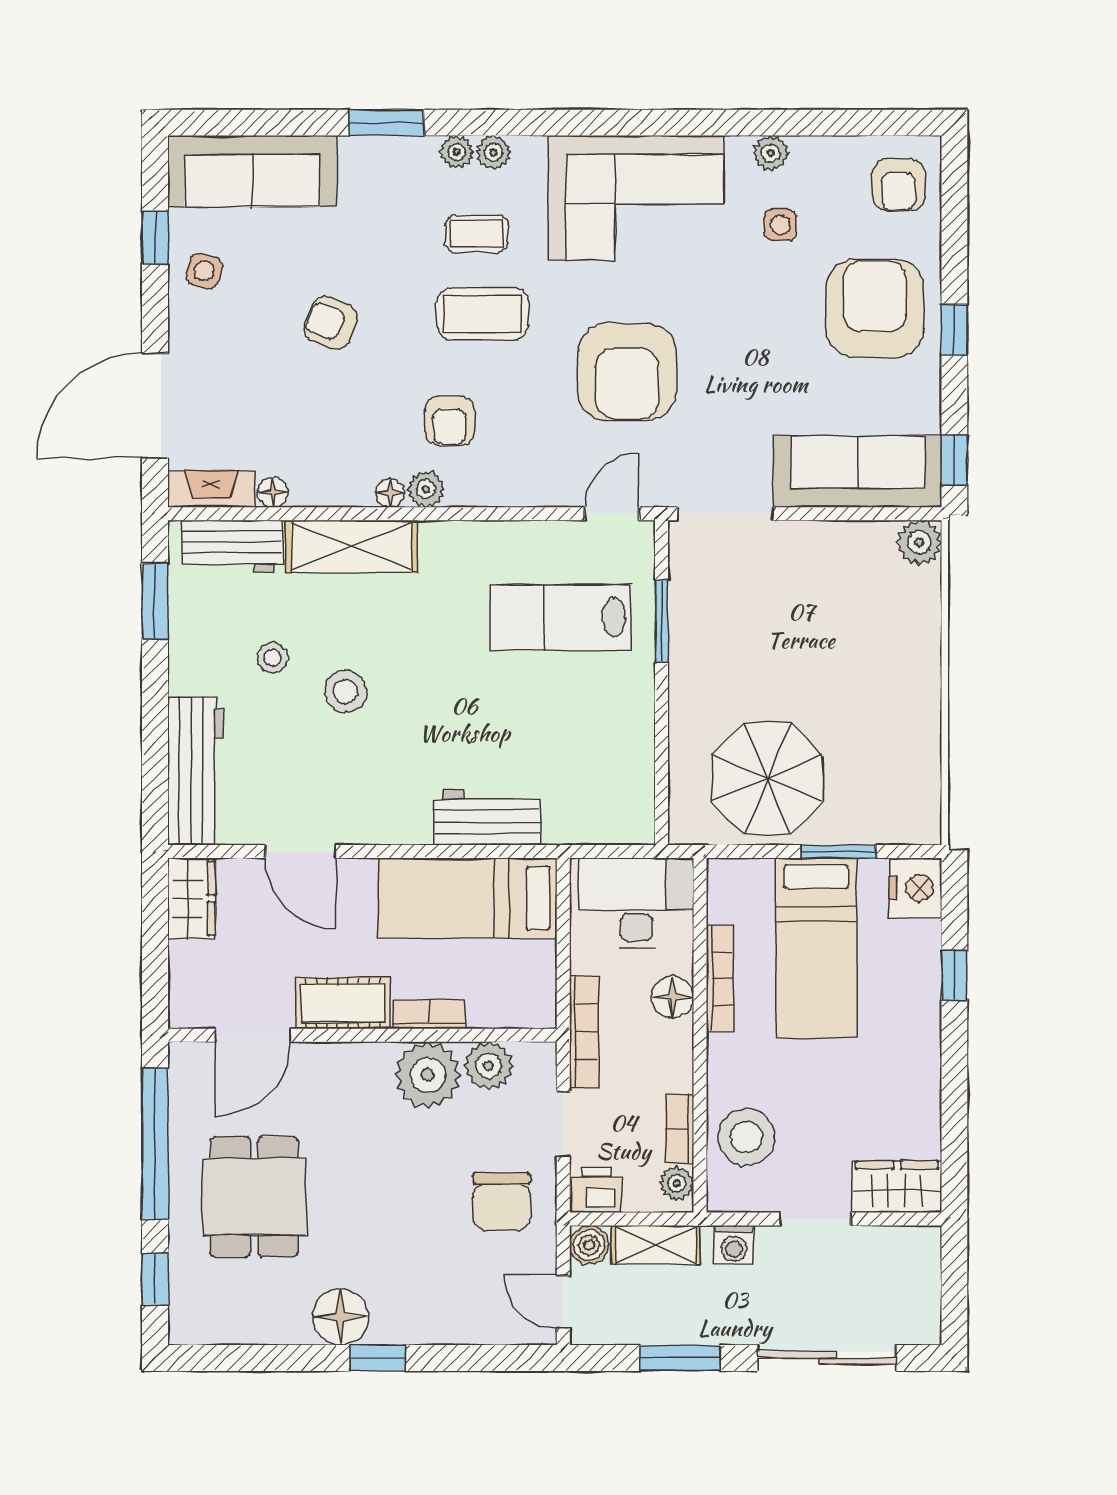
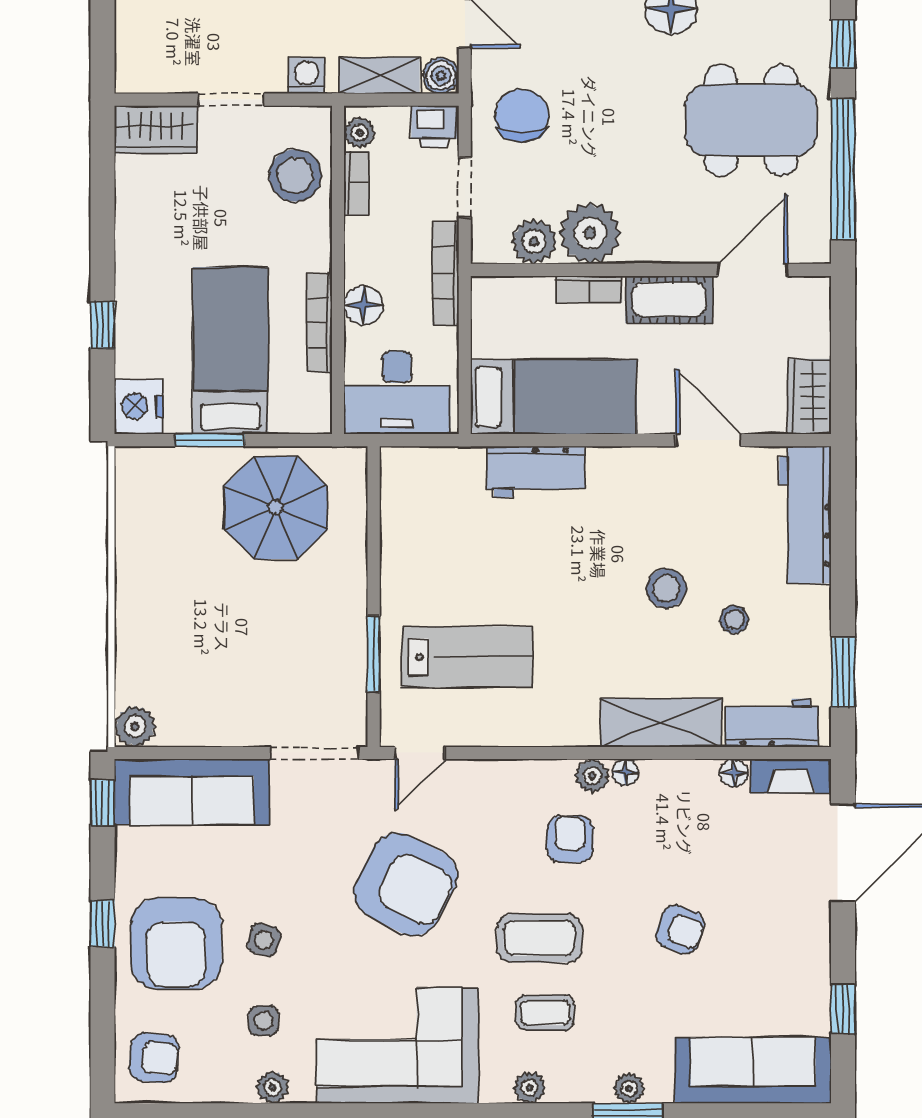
plant: (457, 152) -> (629, 1088), moved
armchair: (899, 185) -> (154, 1058), turned 95
side table: (204, 271) -> (264, 940), moved
armchair: (627, 372) -> (406, 884), turned 117
dining table: (254, 1197) -> (751, 120), width x1.38

